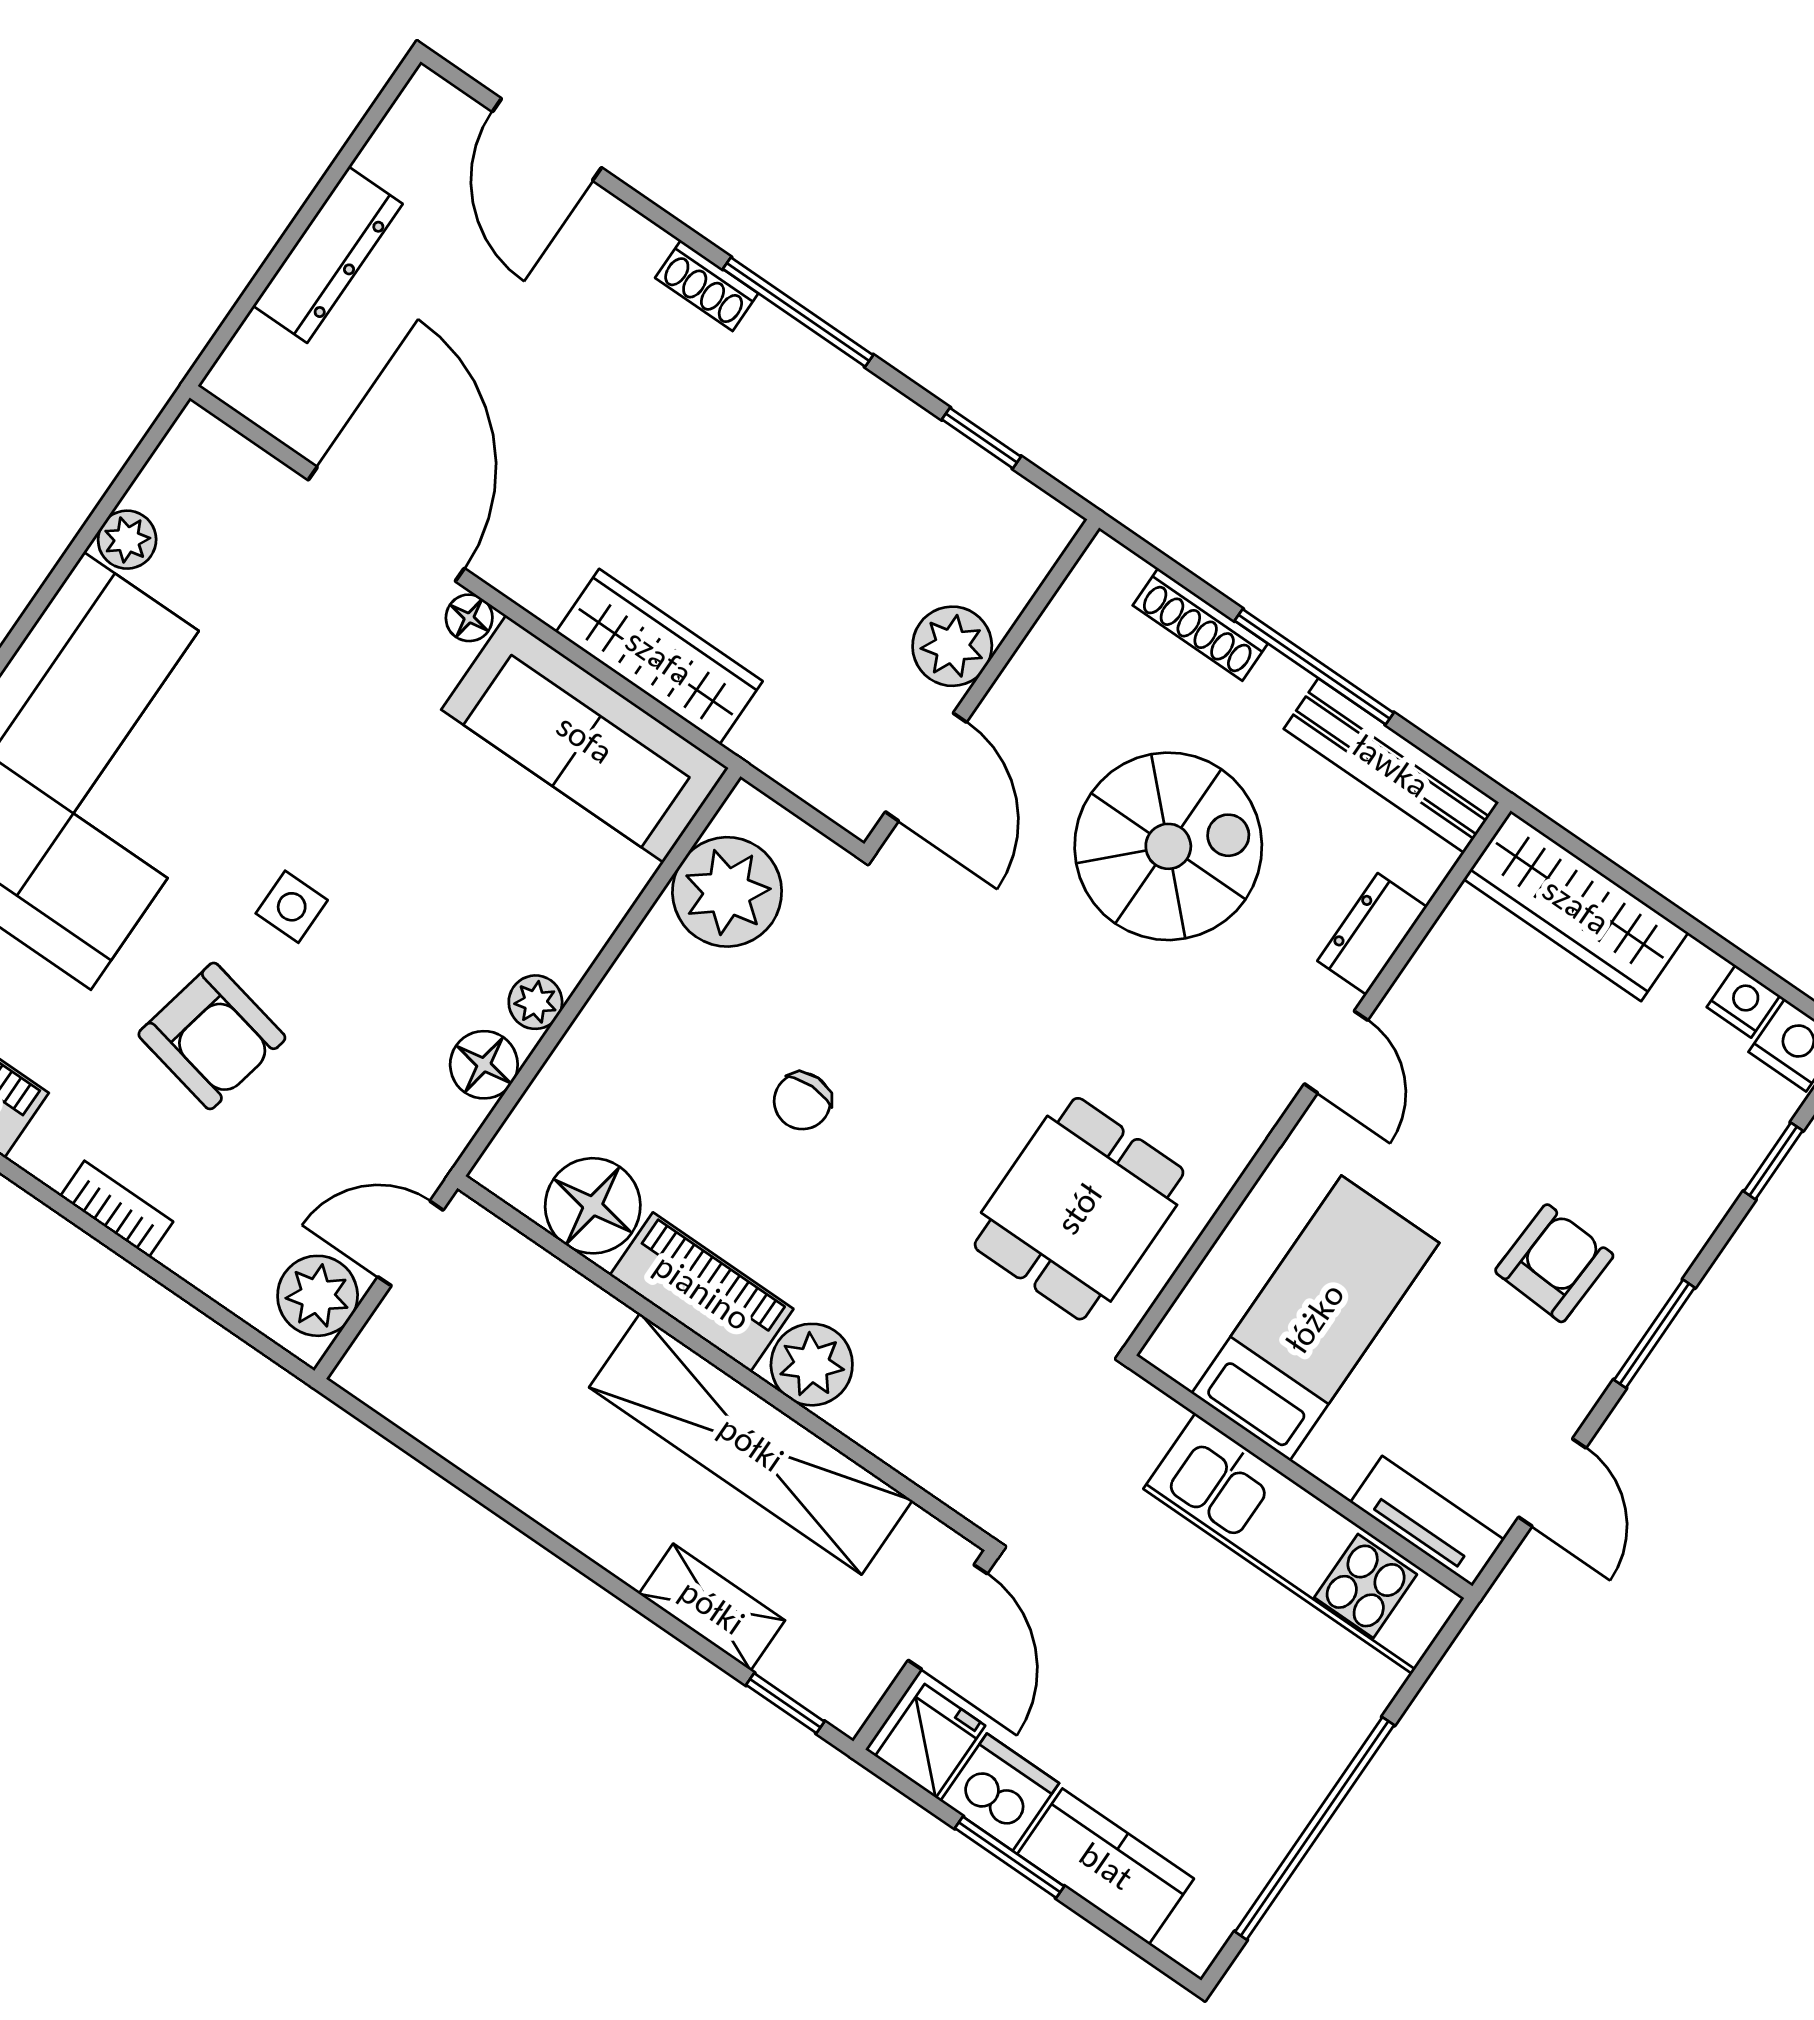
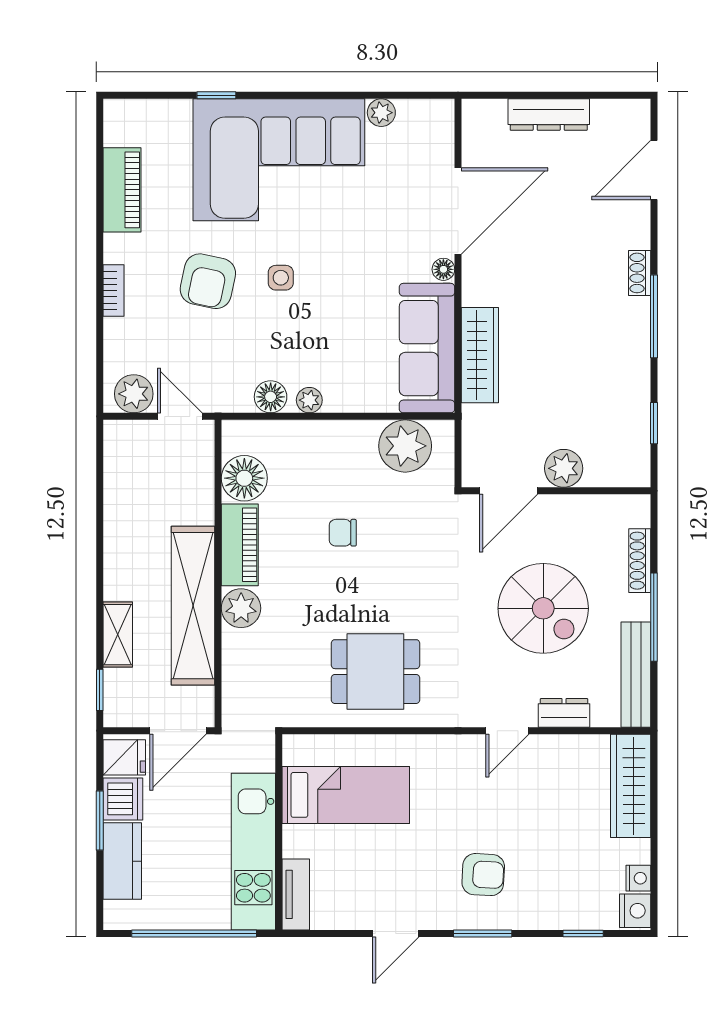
bed: (1315, 1318) -> (346, 795), moved
wall: (1300, 1477) -> (279, 832), moved
tv unit: (1427, 1521) -> (296, 894), moved
kitchen unit: (1304, 1543) -> (253, 852), moved

